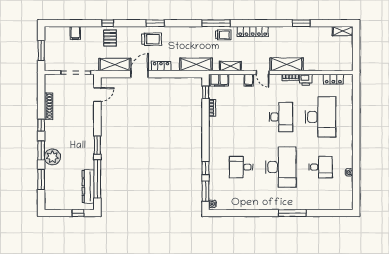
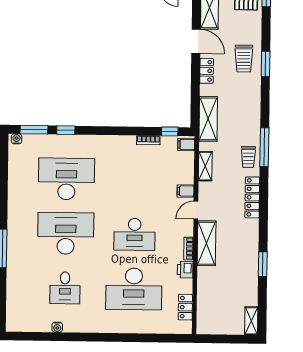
filing cabinet: (219, 80) -> (186, 144), width x0.50
desk: (241, 167) -> (66, 179), width x1.87, depth x1.30
desk: (281, 167) -> (66, 233), turned 180

